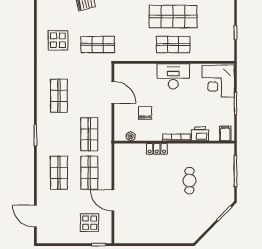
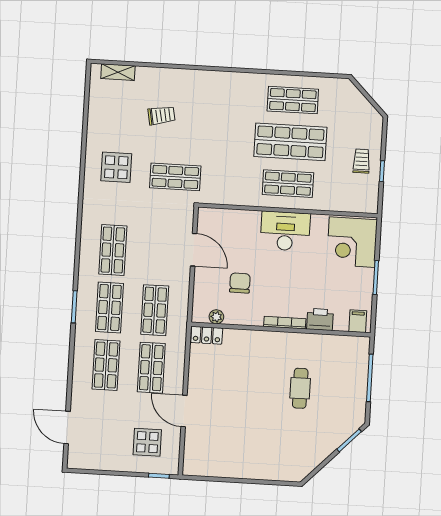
trolley: (221, 27) -> (362, 161), added
shop shelf: (59, 134) -> (109, 307), added
locker: (157, 149) -> (207, 335), moved

